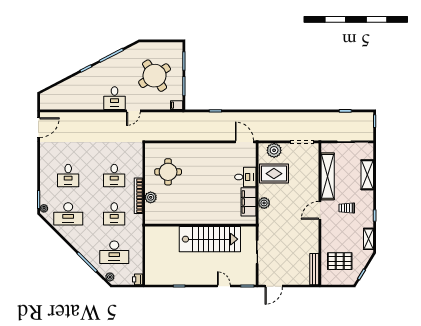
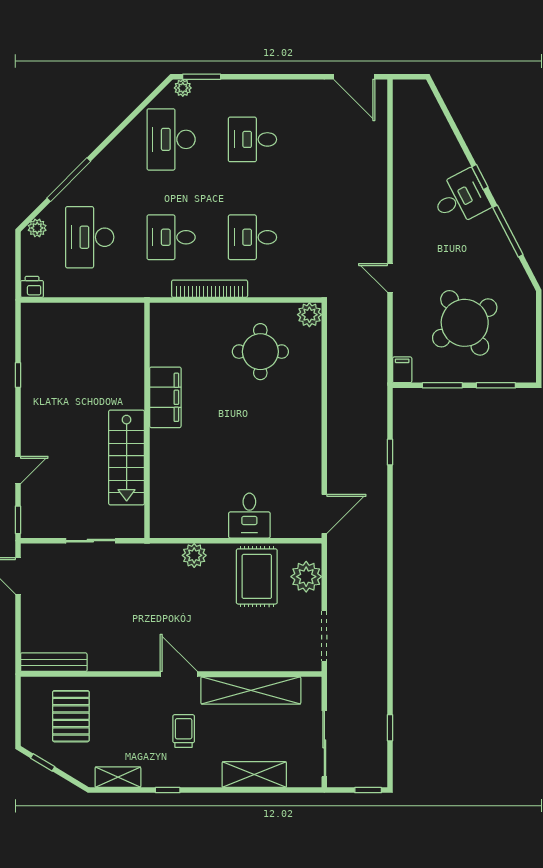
desk: (115, 98) -> (460, 198), moved, turned 153
plant: (151, 197) -> (309, 315), moved
filing cabinet: (248, 202) -> (165, 397), moved, turned 90
stairs: (210, 239) -> (127, 458), width x0.73, depth x0.66

